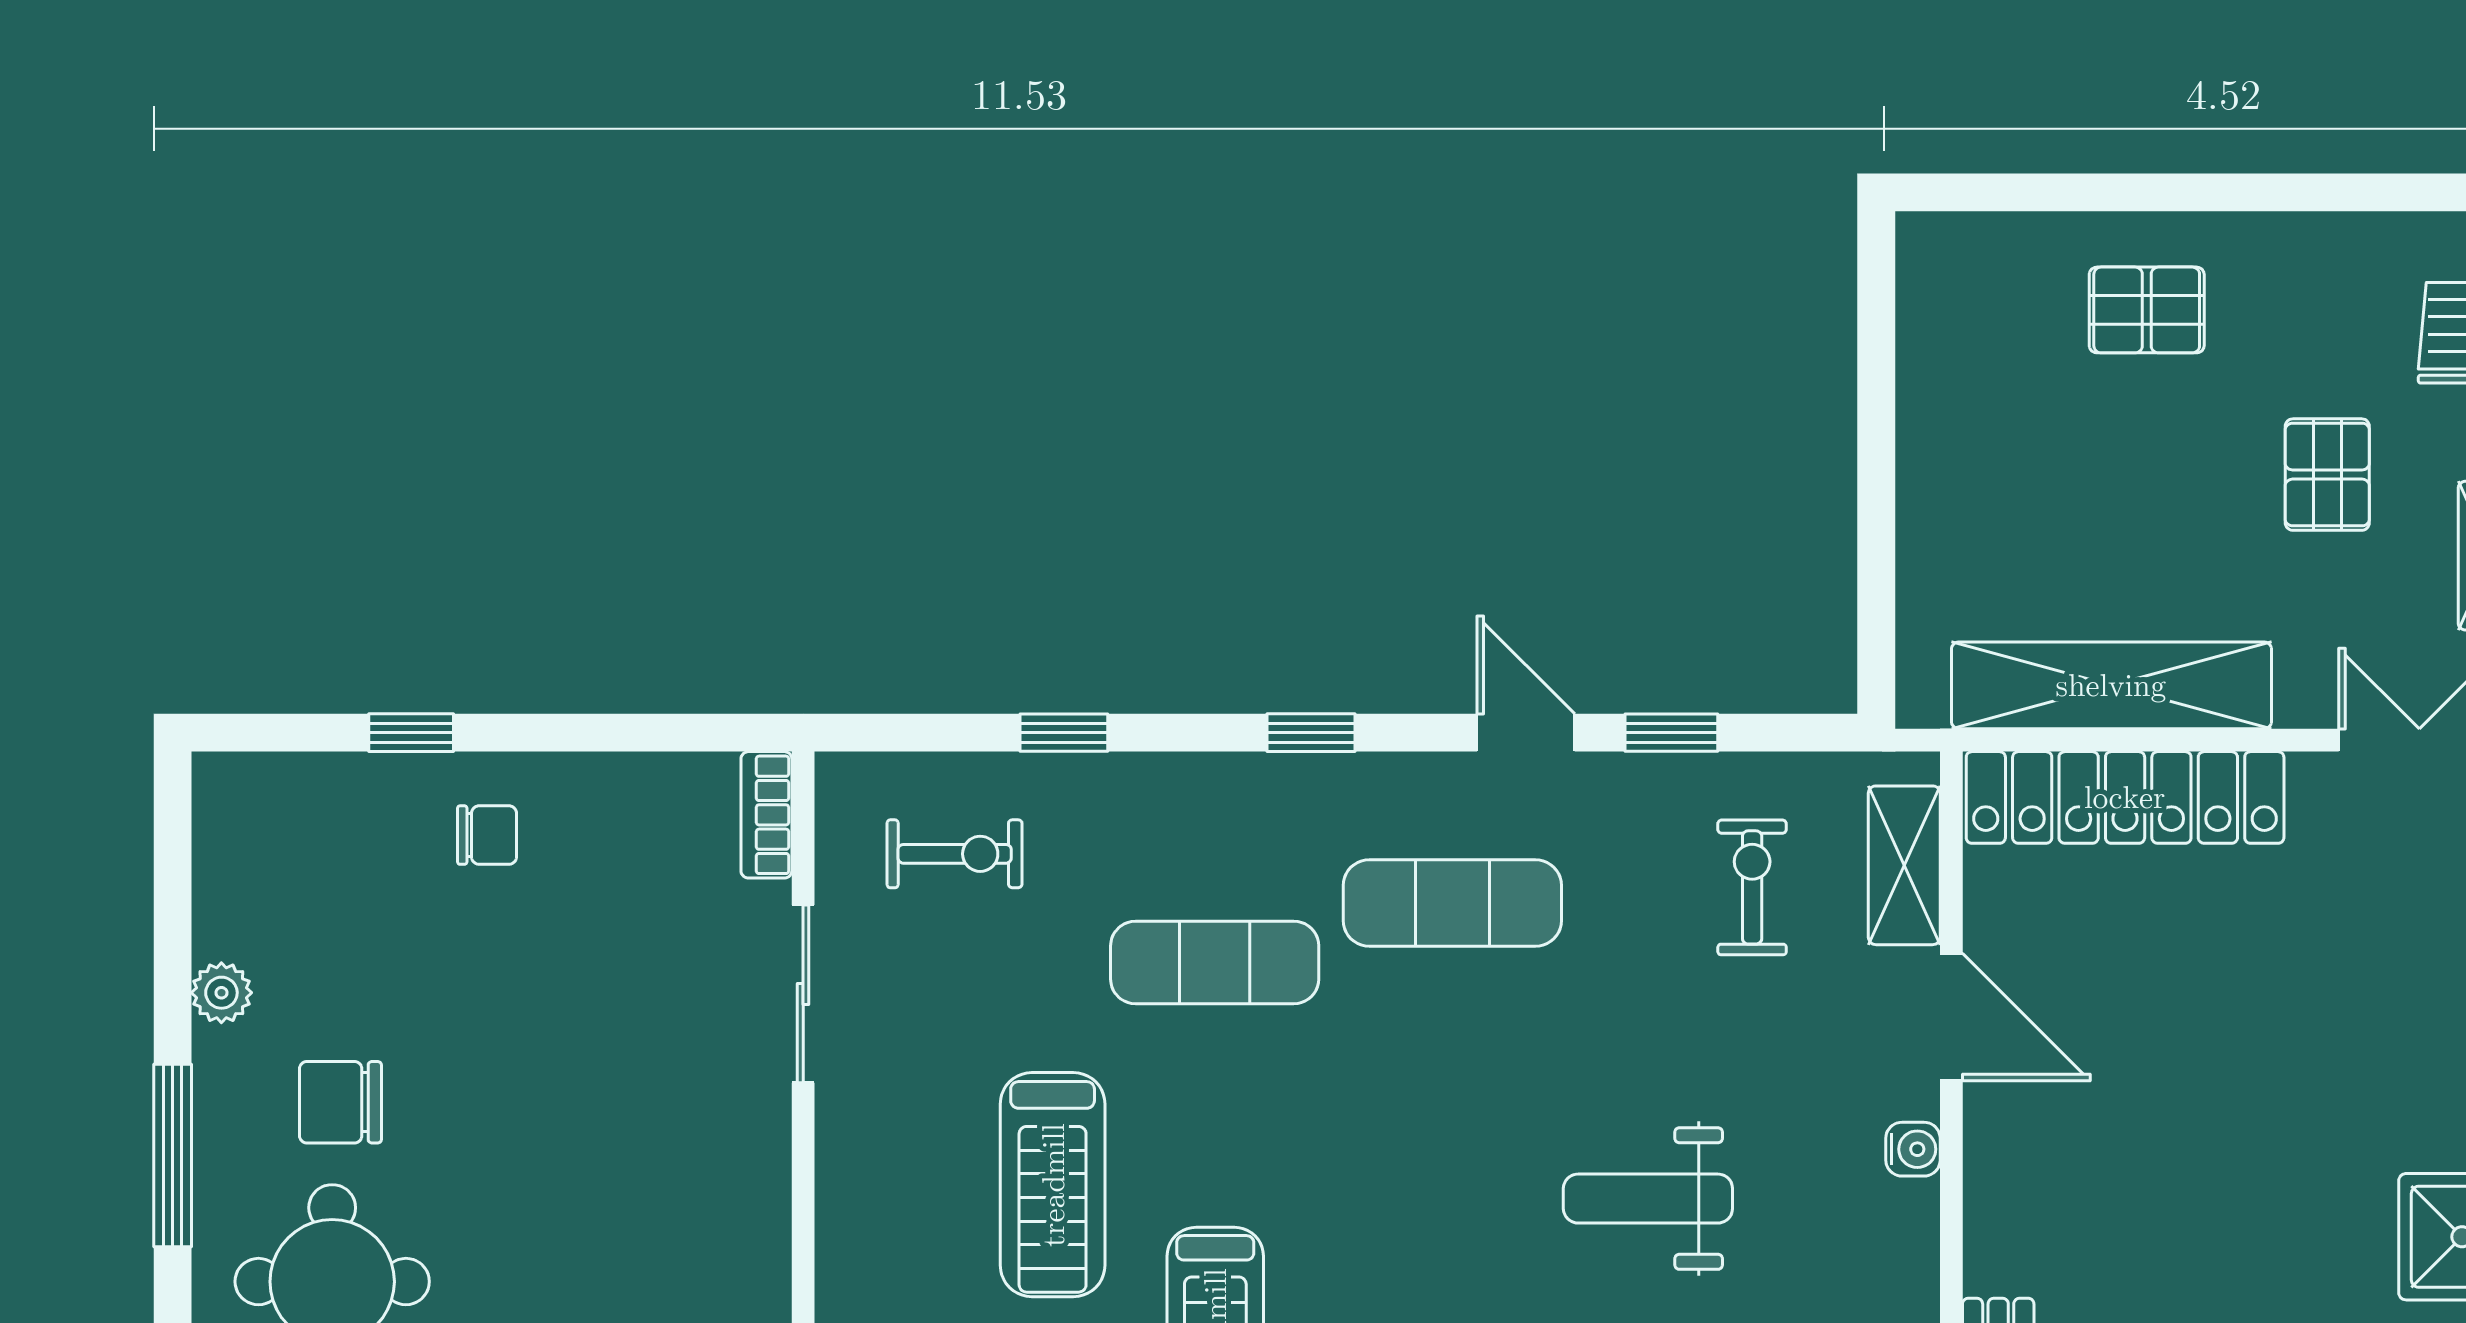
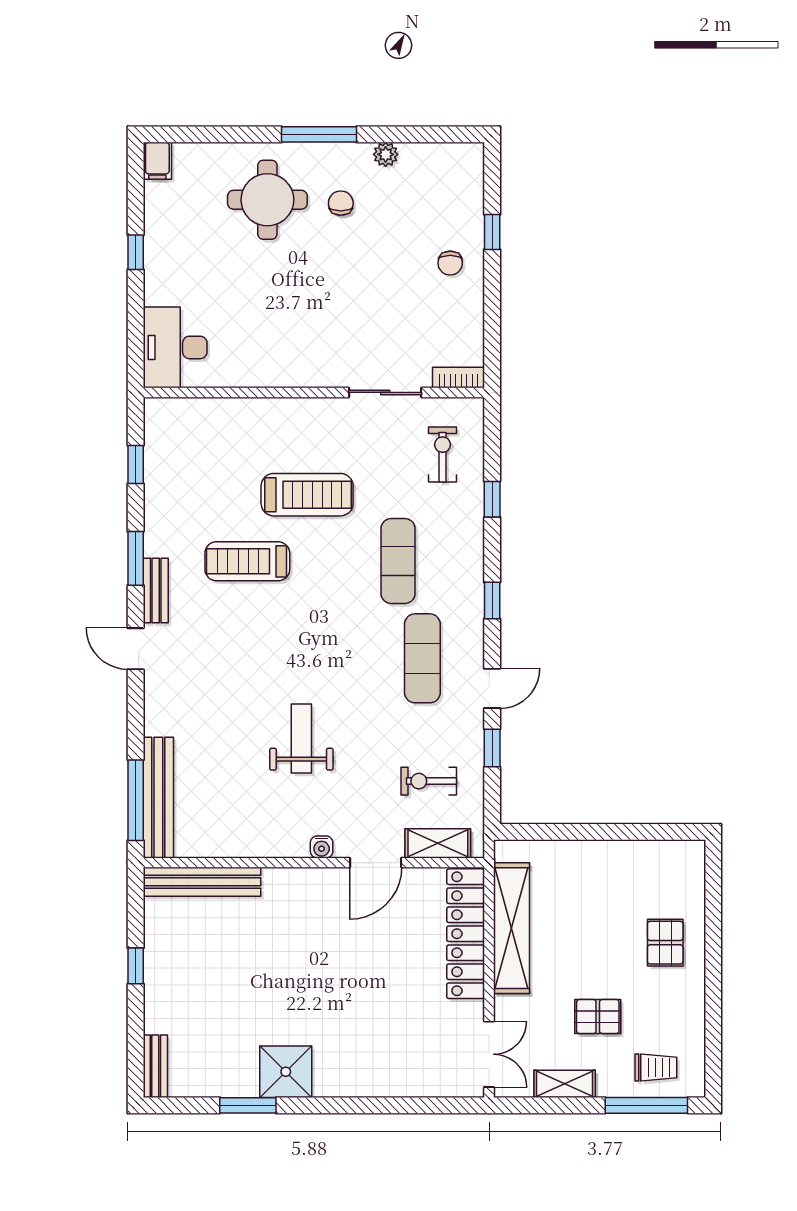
exercise bike: (955, 854) -> (443, 455), turned 180
exercise bike: (1752, 887) -> (429, 781), turned 180
chair: (340, 1102) -> (341, 203), width x0.73, depth x0.73
treadmill: (1053, 1185) -> (307, 495), turned 180

